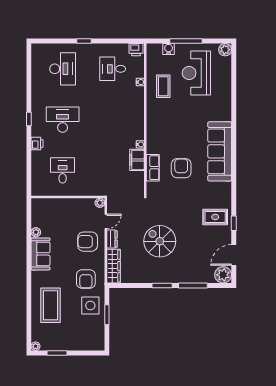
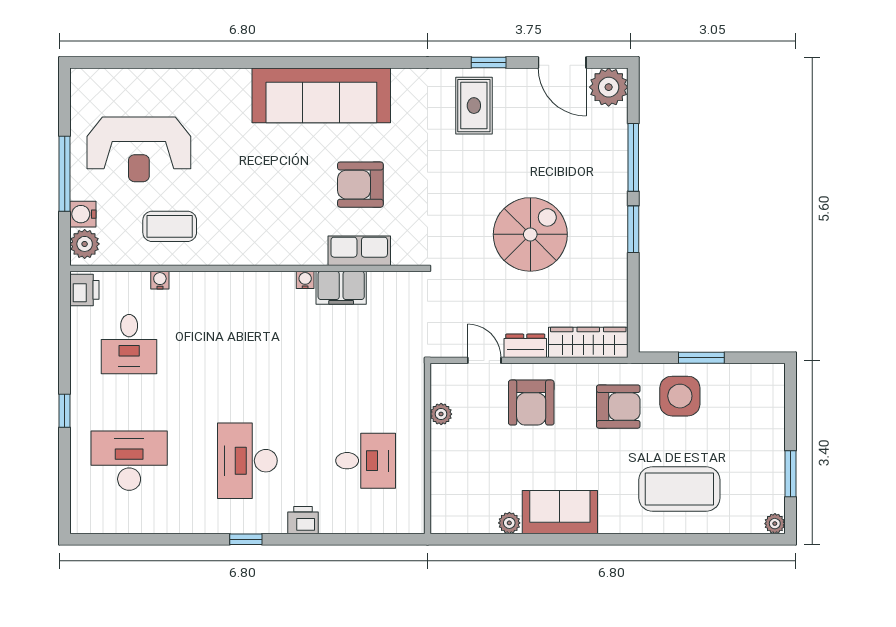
plant: (225, 50) -> (85, 244), moved
desk: (63, 170) -> (366, 461), turned 180
plant: (100, 203) -> (441, 414), moved
spiral stairs: (160, 241) -> (530, 234), turned 180

